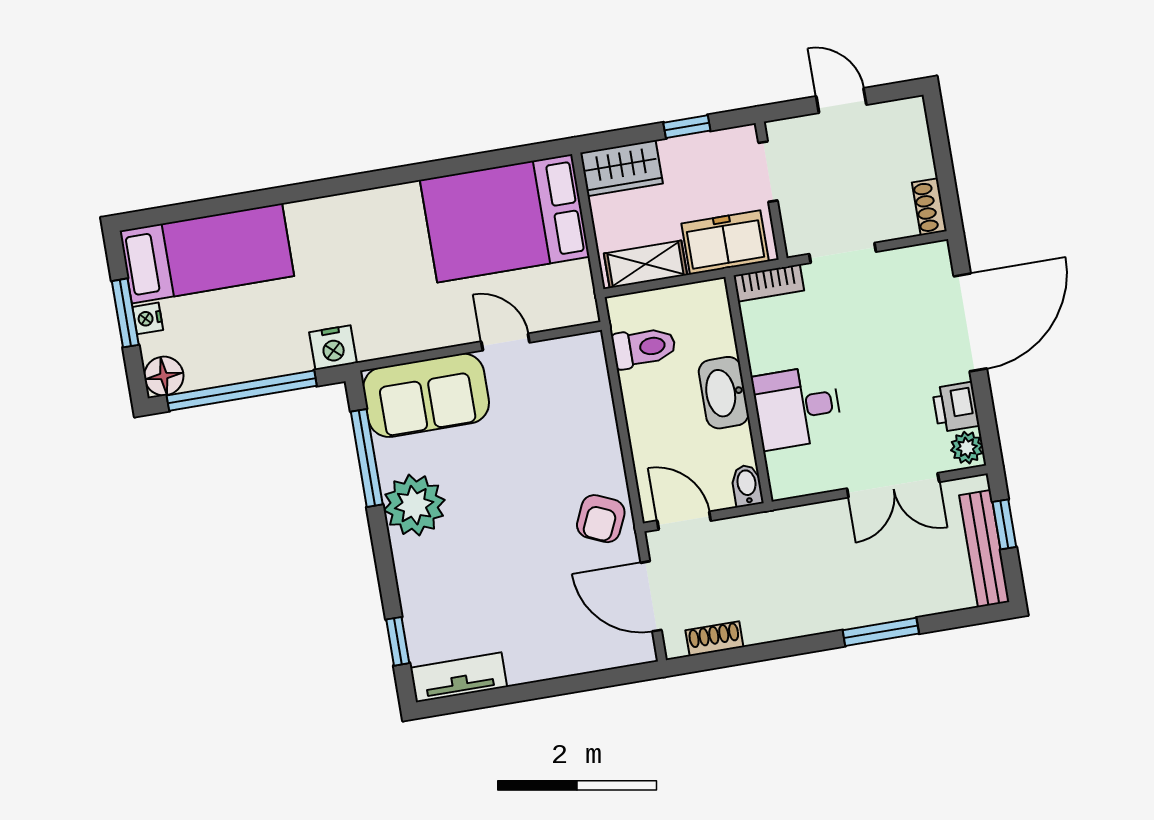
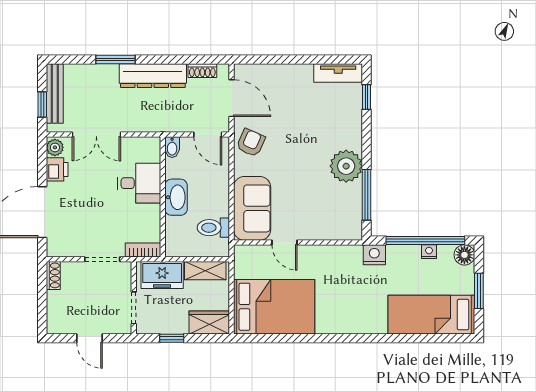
nightstand: (148, 318) -> (429, 252), moved, turned -90
sofa: (426, 395) -> (252, 208), moved, turned 90
double door: (893, 485) -> (96, 134), swing flipped
dresser: (806, 613) -> (153, 76), added

